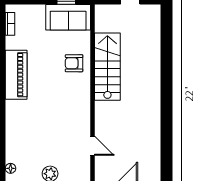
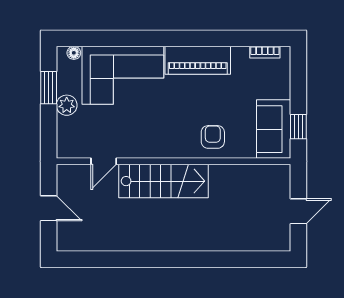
stairs: (107, 67) -> (164, 181), moved
corner sofa: (27, 131) -> (123, 75), added

